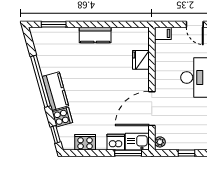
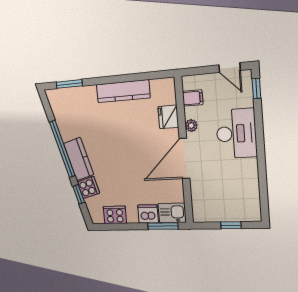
filing cabinet: (163, 33) -> (193, 98), moved
kitchen counter: (95, 35) -> (123, 91), width x1.50
door: (152, 109) -> (184, 158), moved
window: (55, 134) -> (79, 194), moved
plant: (160, 142) -> (191, 126), moved

